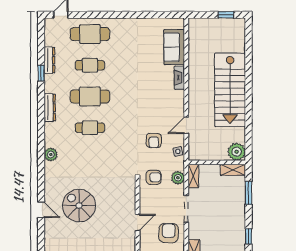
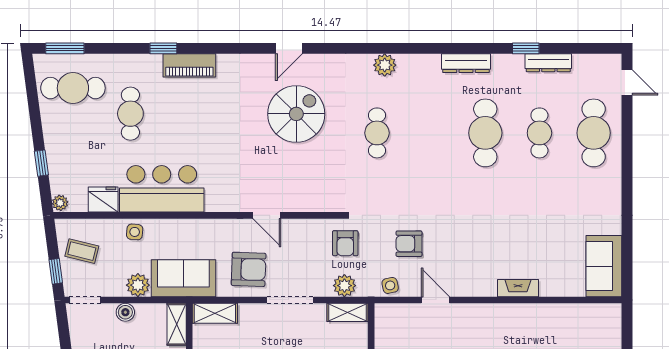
sofa: (174, 47) -> (604, 266), moved, turned -90
cafe table: (90, 128) -> (377, 133), moved

